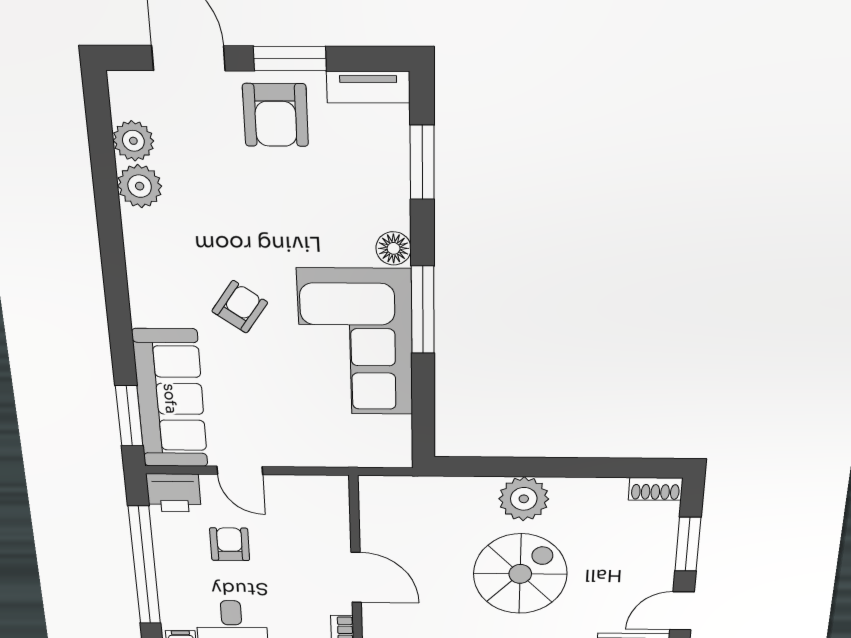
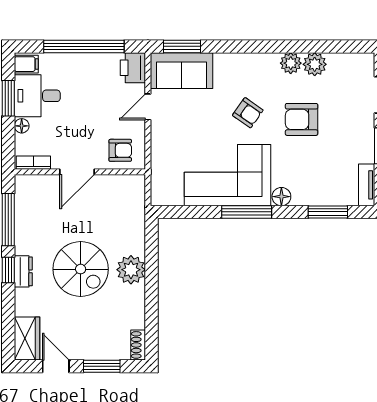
armchair: (276, 115) -> (302, 119), moved
plant: (133, 141) -> (291, 63), moved
sofa: (170, 399) -> (181, 71), width x0.73
armchair: (230, 544) -> (120, 150), moved

